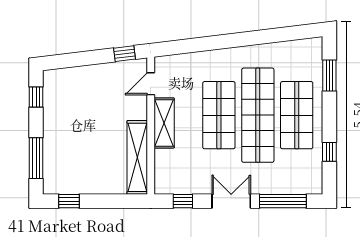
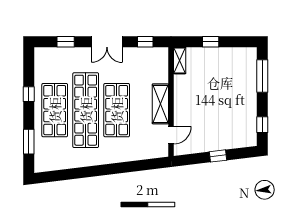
window: (124, 54) -> (218, 156), moved
window: (329, 152) -> (29, 94), moved
shelving: (137, 157) -> (180, 60), width x0.45, depth x0.75
window: (69, 201) -> (211, 42), moved
window: (283, 201) -> (66, 42), width x0.46

